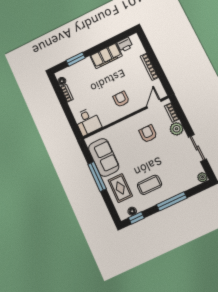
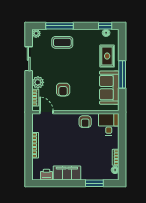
armchair: (121, 99) -> (85, 122), moved
door: (154, 104) -> (46, 112), swing flipped
coffee table: (149, 185) -> (62, 42), moved
window: (172, 201) -> (60, 26), moved

